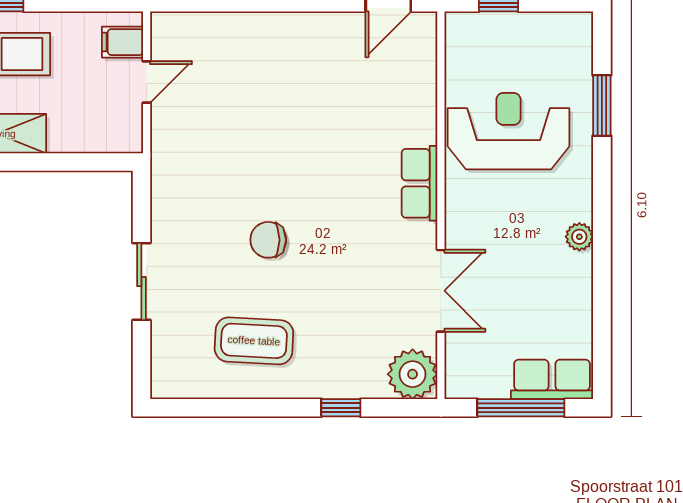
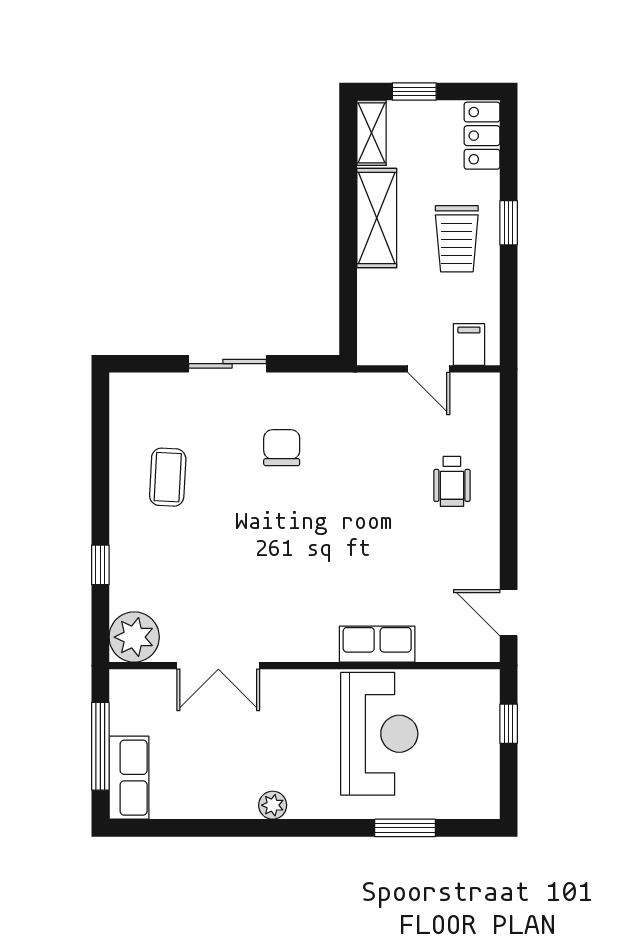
wheelchair: (258, 59) -> (452, 481), added
row of seats: (420, 183) -> (377, 644), moved
chair: (268, 240) -> (282, 448), moved
coffee table: (254, 341) -> (168, 477), width x0.73, depth x0.77

